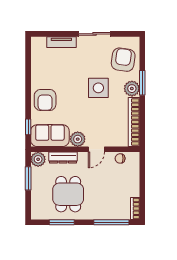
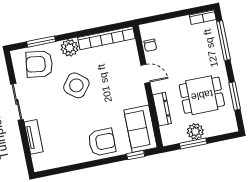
window: (142, 83) -> (41, 42), moved
side table: (98, 88) -> (76, 85), turned 38
plant: (78, 139) -> (138, 97), removed
plant: (38, 159) -> (195, 131), moved

